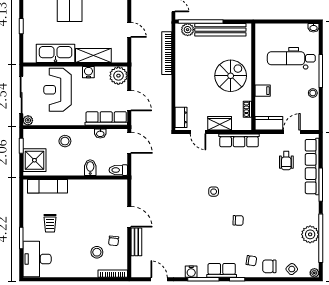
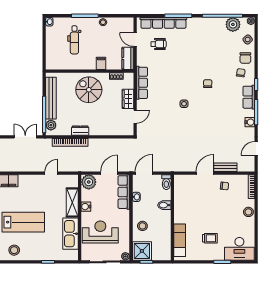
dental chair: (291, 58) -> (74, 40), width x0.73, depth x0.72
reception desk: (58, 90) -> (100, 232), turned 180
dresser: (181, 117) -> (80, 131), moved
shower: (34, 160) -> (142, 251), moved
plant: (310, 234) -> (233, 24), moved
stool: (97, 252) -> (248, 212), moved

